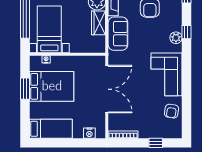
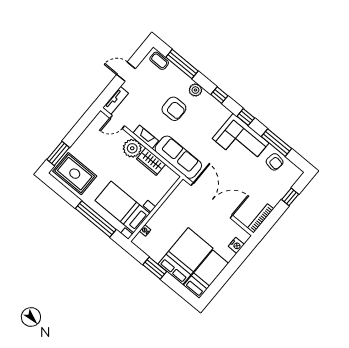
sofa: (118, 34) -> (178, 157), width x1.36
plant: (176, 38) -> (195, 90), moved
window: (186, 64) -> (246, 117), added
bed: (52, 86) -> (185, 256), moved
window: (186, 101) -> (276, 143), added

